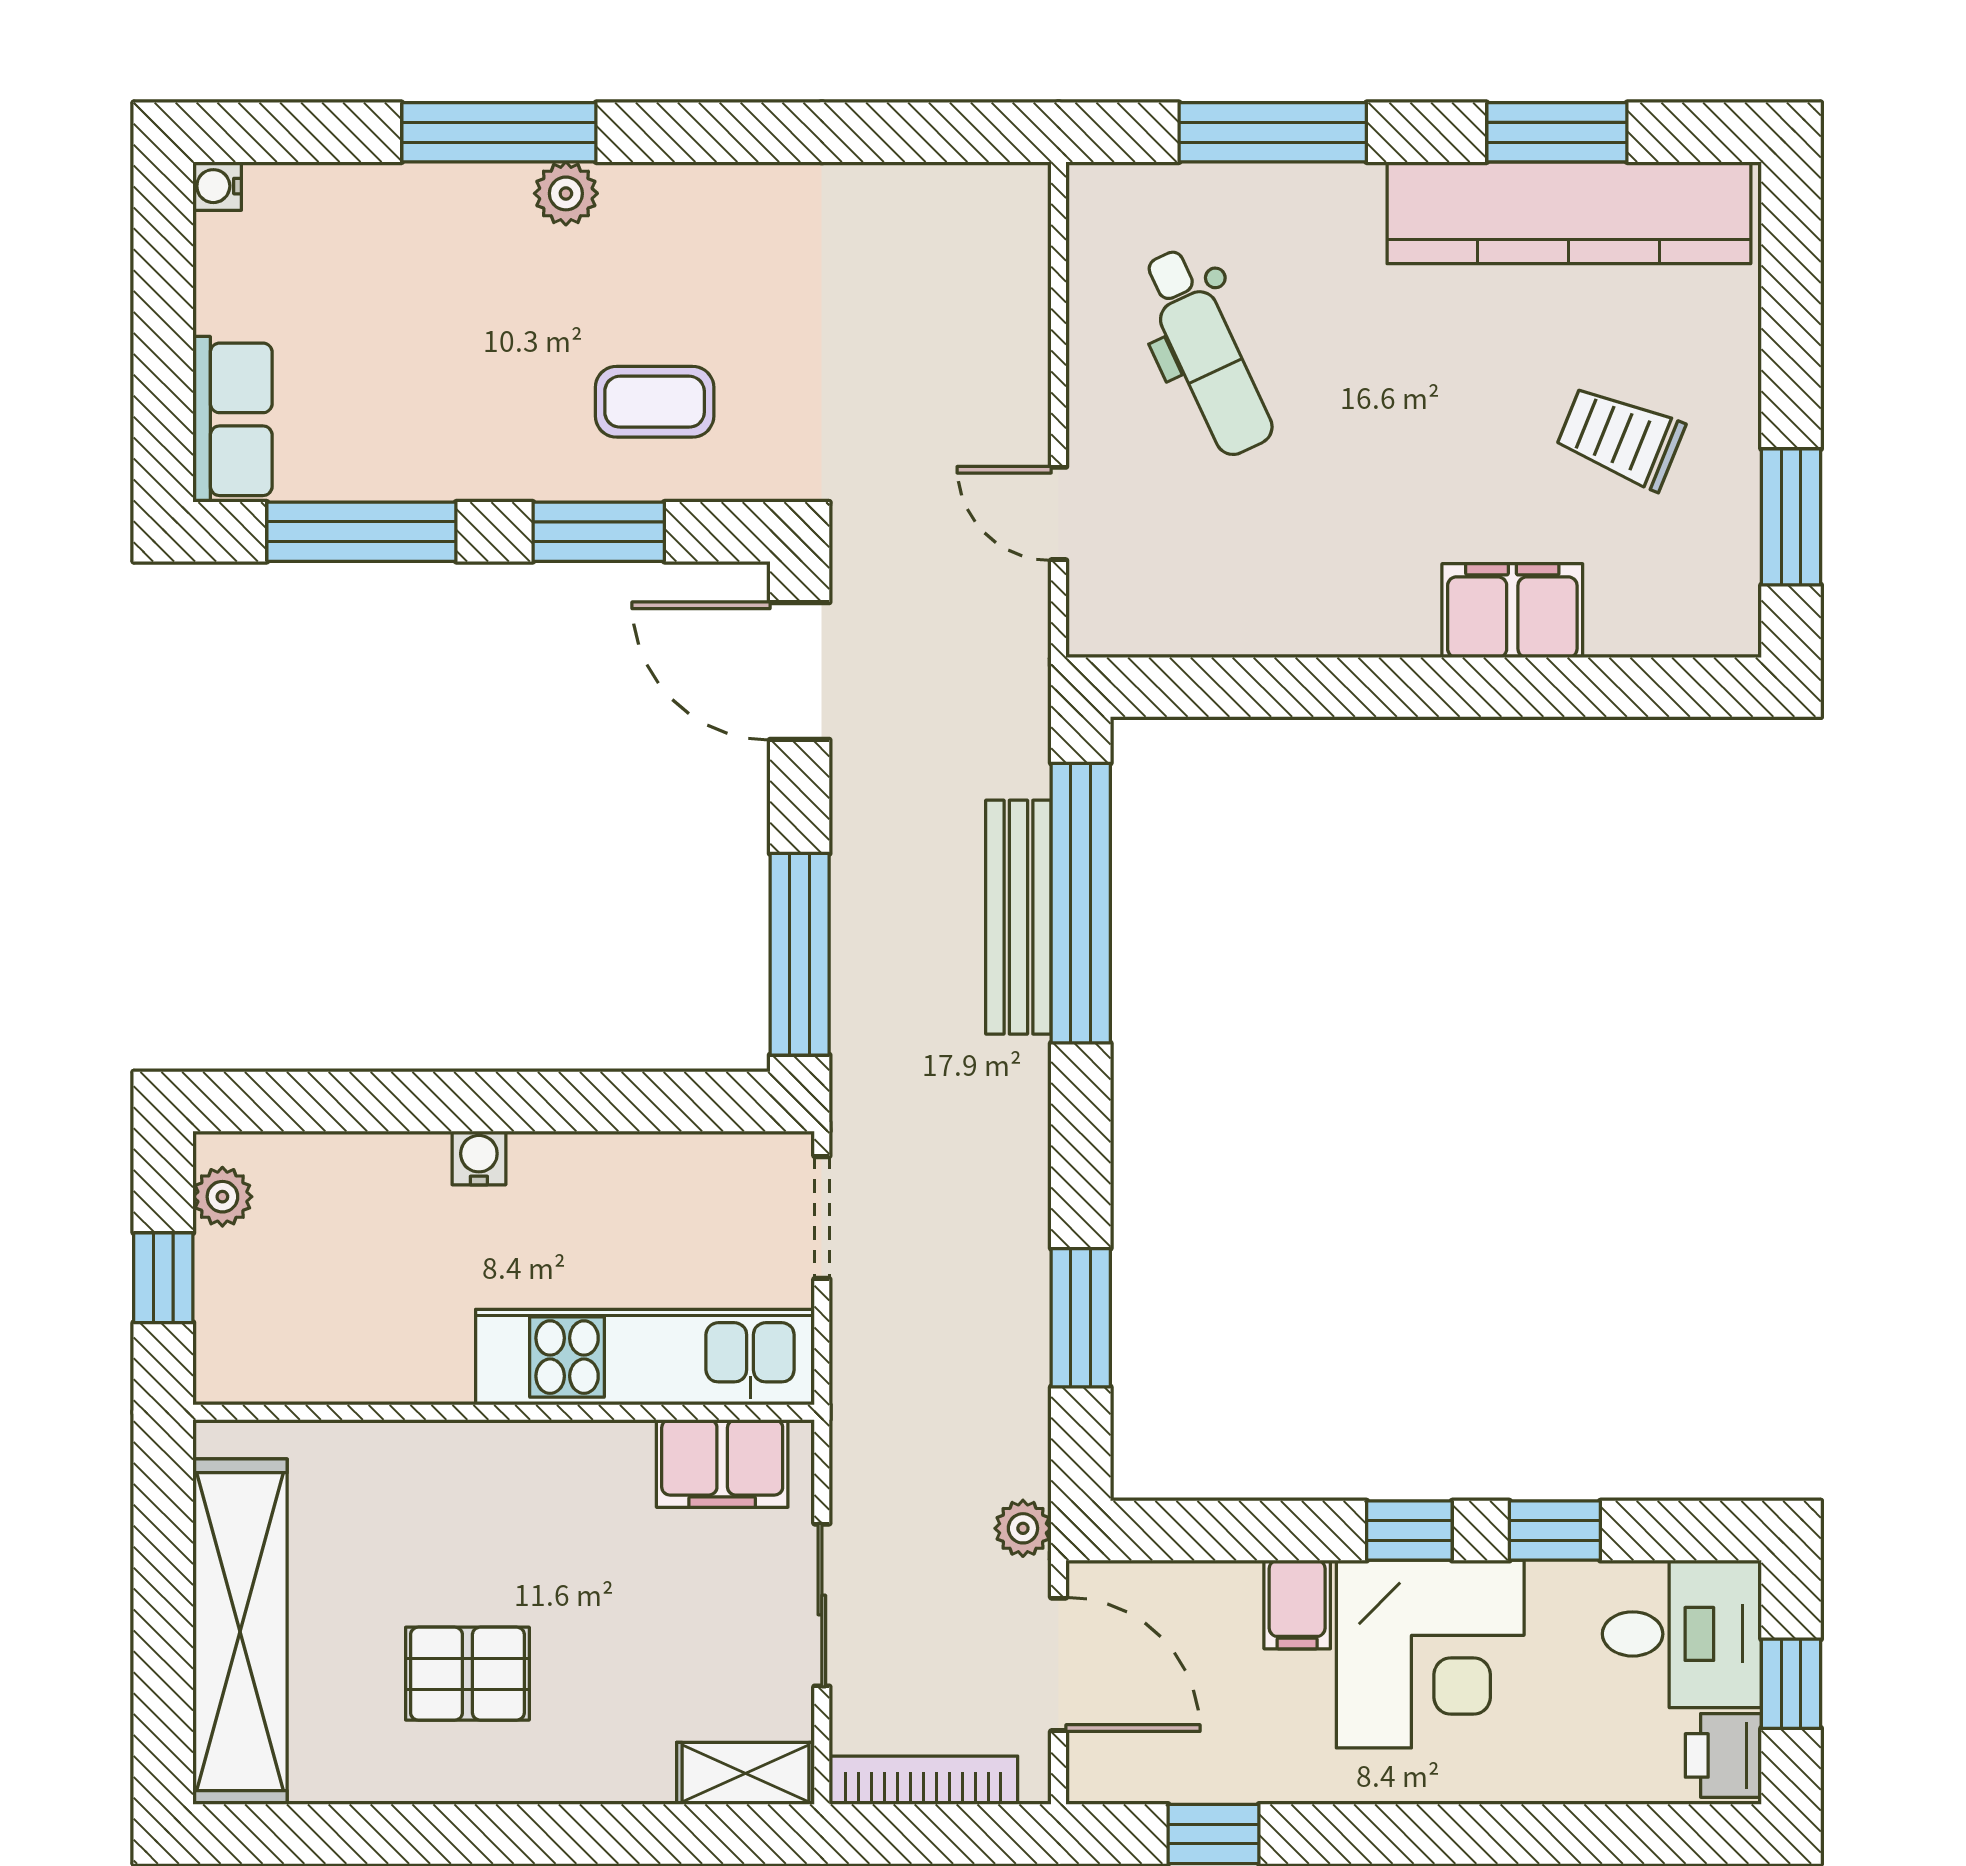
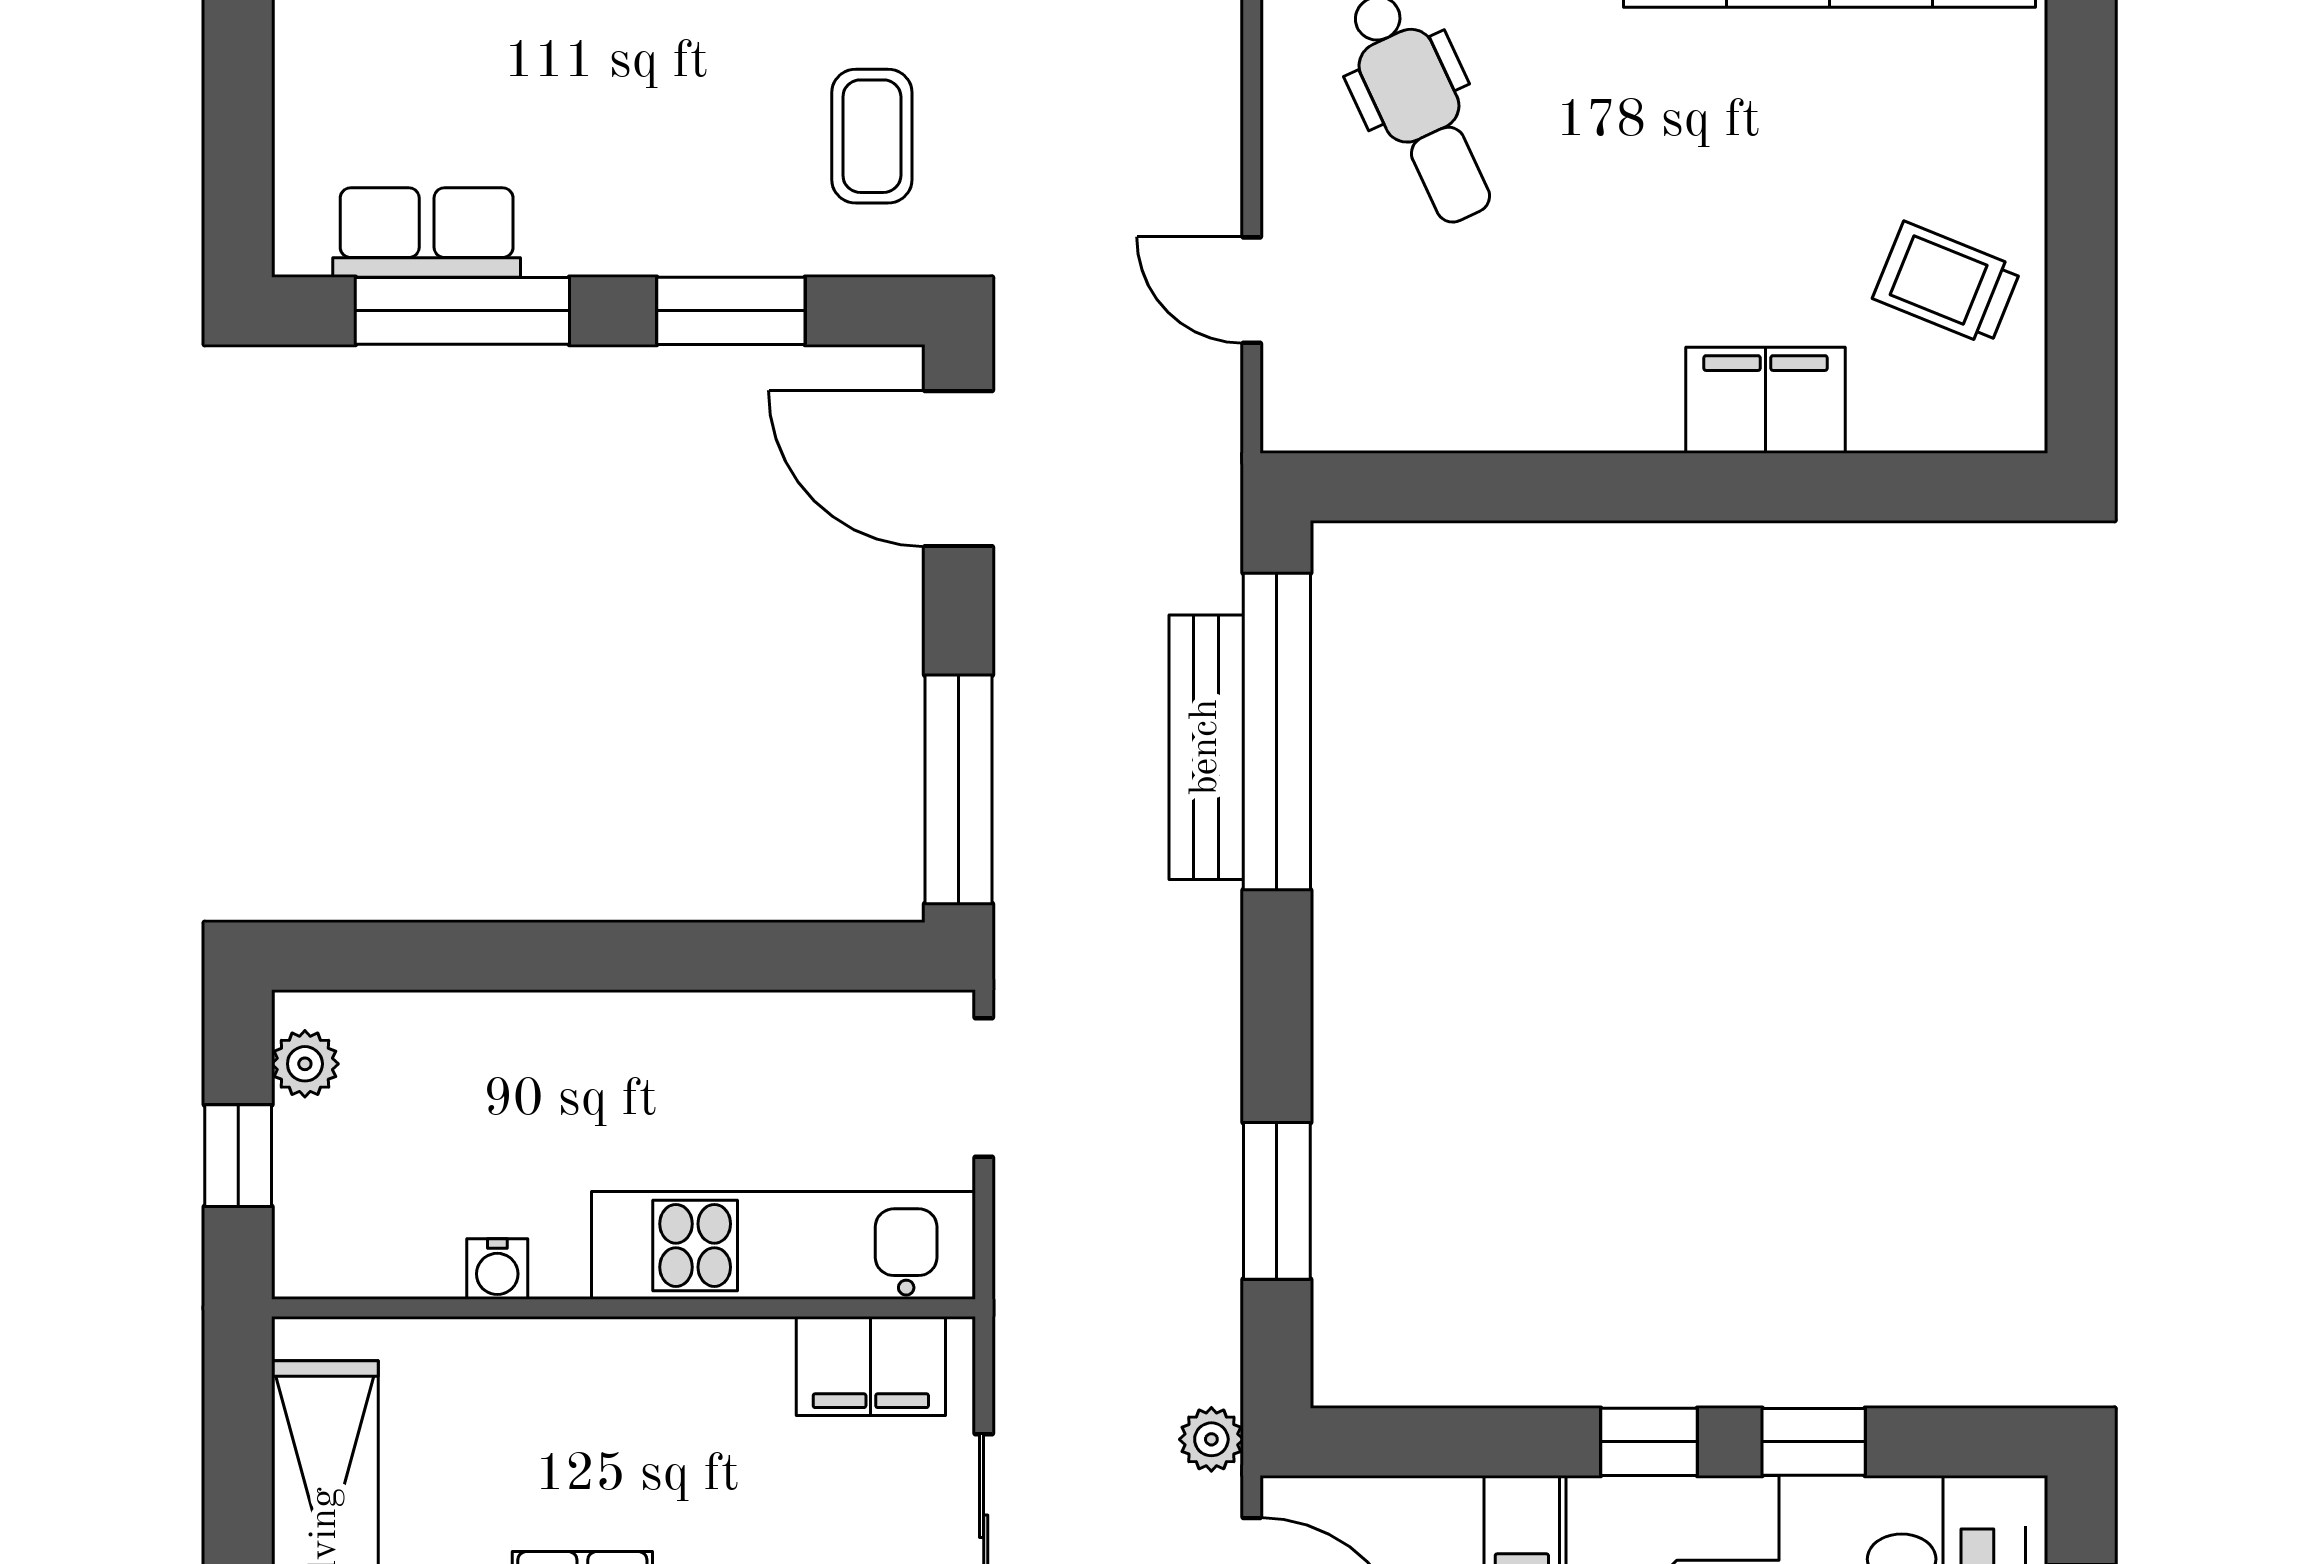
coffee table: (655, 402) -> (872, 136), moved, turned 90
row of seats: (233, 419) -> (427, 233), moved, turned -90
trolley: (1620, 437) -> (1947, 283), moved
window: (1791, 517) -> (2081, 294), removed
water cooler: (479, 1158) -> (497, 1269), moved, turned 180

